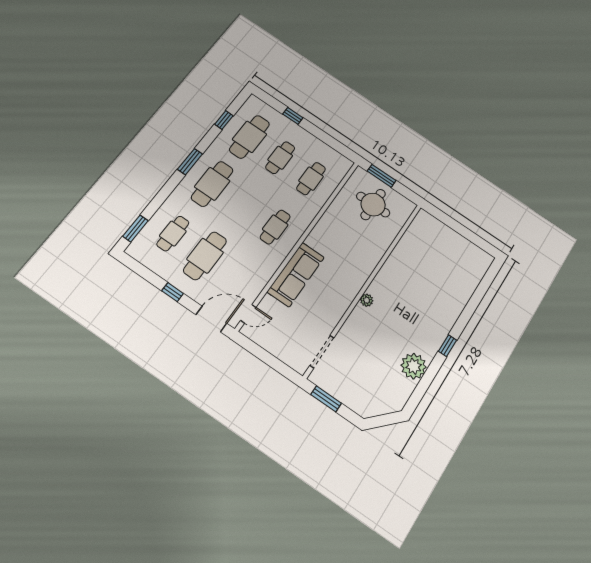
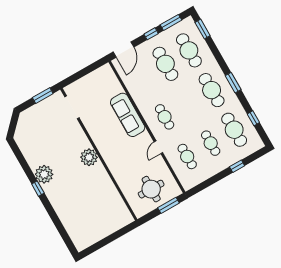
cafe table: (173, 234) -> (189, 50), width x1.37, depth x1.35
window: (145, 273) -> (171, 22), added
plant: (367, 300) -> (89, 157), width x1.87, depth x1.87
door: (248, 314) -> (158, 147), moved
plant: (414, 366) -> (44, 174), moved

